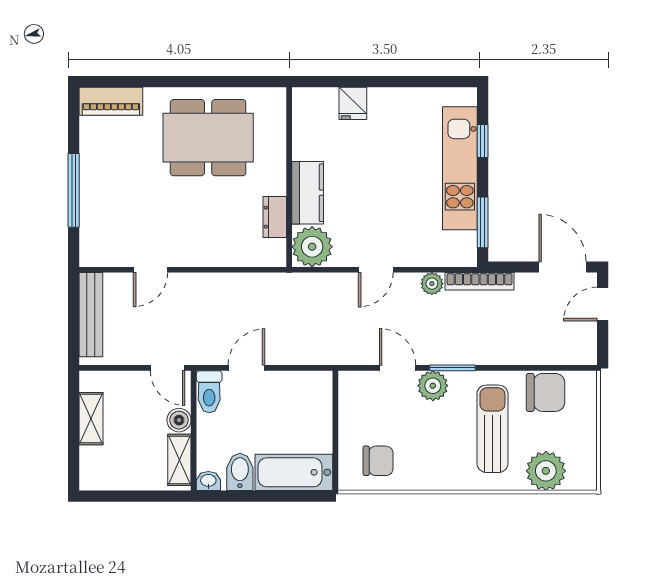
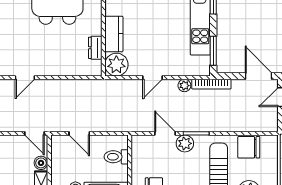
door: (246, 368) -> (79, 133), swing flipped
toilet: (209, 392) -> (116, 157), moved, turned 90
chair: (546, 392) -> (249, 147), turned 180

